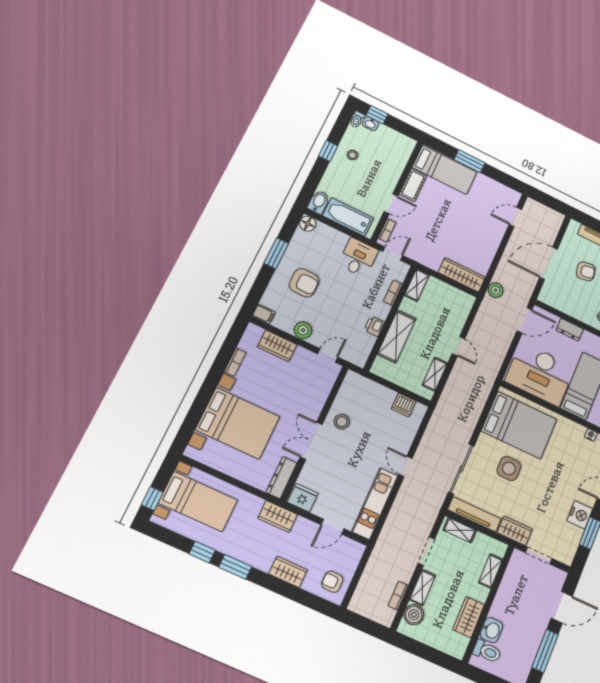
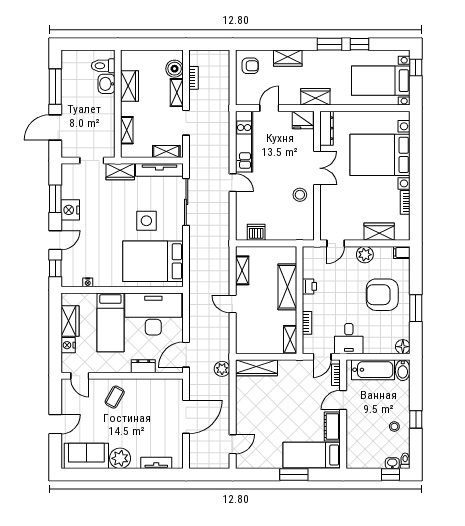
armchair: (586, 271) -> (150, 426), removed
armchair: (304, 283) -> (382, 295), width x1.36, depth x1.36

